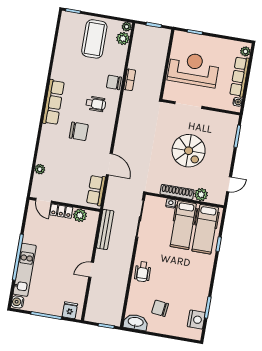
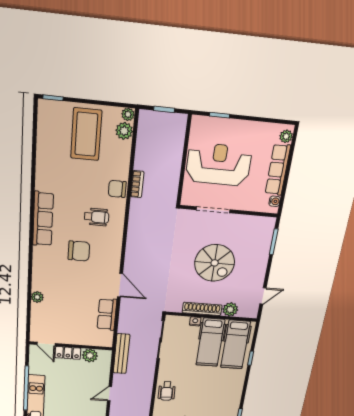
door: (44, 201) -> (46, 344), moved
wall: (65, 204) -> (71, 346), moved
locker: (61, 211) -> (68, 353), moved
plant: (80, 215) -> (90, 355), moved

